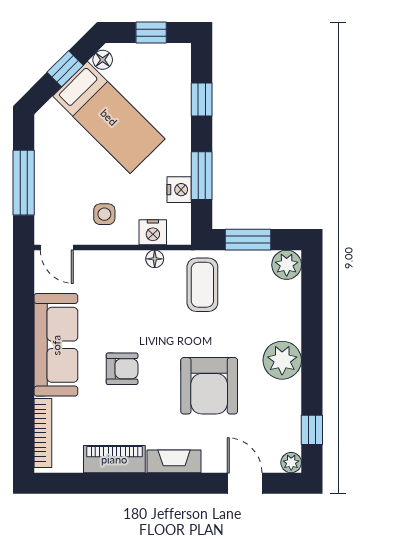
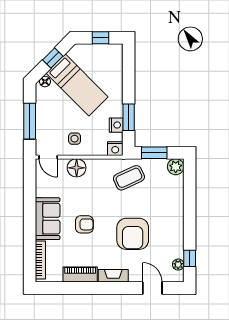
floor lamp: (103, 60) -> (45, 82), moved
window: (202, 100) -> (129, 75), removed
nightstand: (153, 232) -> (115, 149), moved
floor lamp: (155, 259) -> (77, 168), moved, width x1.89, depth x1.89
coffee table: (202, 285) -> (129, 178), turned 65
sofa: (56, 345) -> (48, 219), width x0.73
plant: (282, 360) -> (173, 220), removed
plant: (291, 463) -> (178, 265), moved

